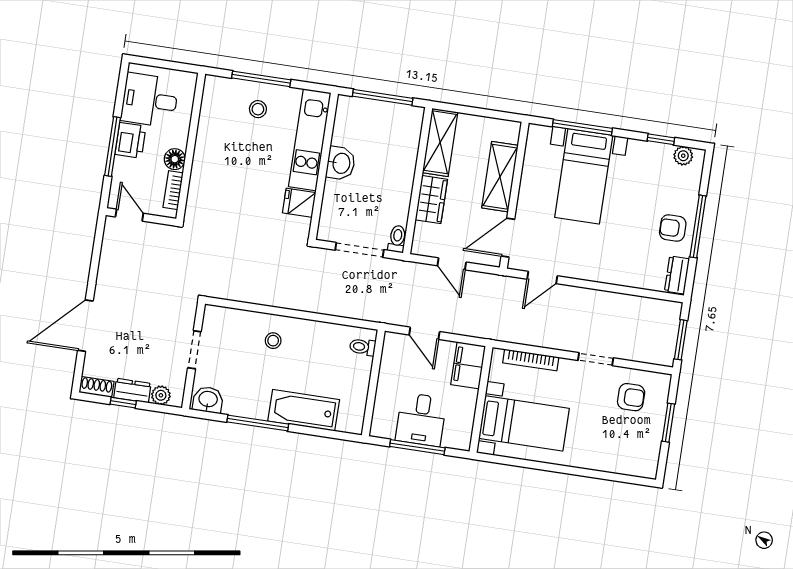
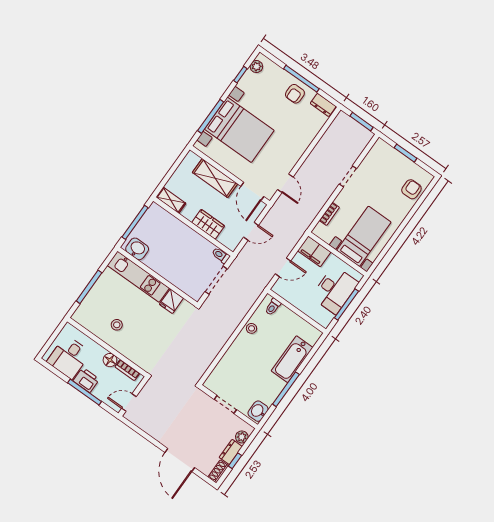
stool: (258, 109) -> (117, 325), moved
shelving: (440, 142) -> (171, 200), width x0.67, depth x0.75
washbasin: (341, 163) -> (137, 249), moved
bed with nightstands: (584, 176) -> (239, 130), width x1.36
stool: (273, 341) -> (252, 328), moved
bookcase: (531, 360) -> (329, 214), width x0.64
armchair: (631, 397) -> (411, 189), moved
desk: (421, 419) -> (335, 290), width x1.37

